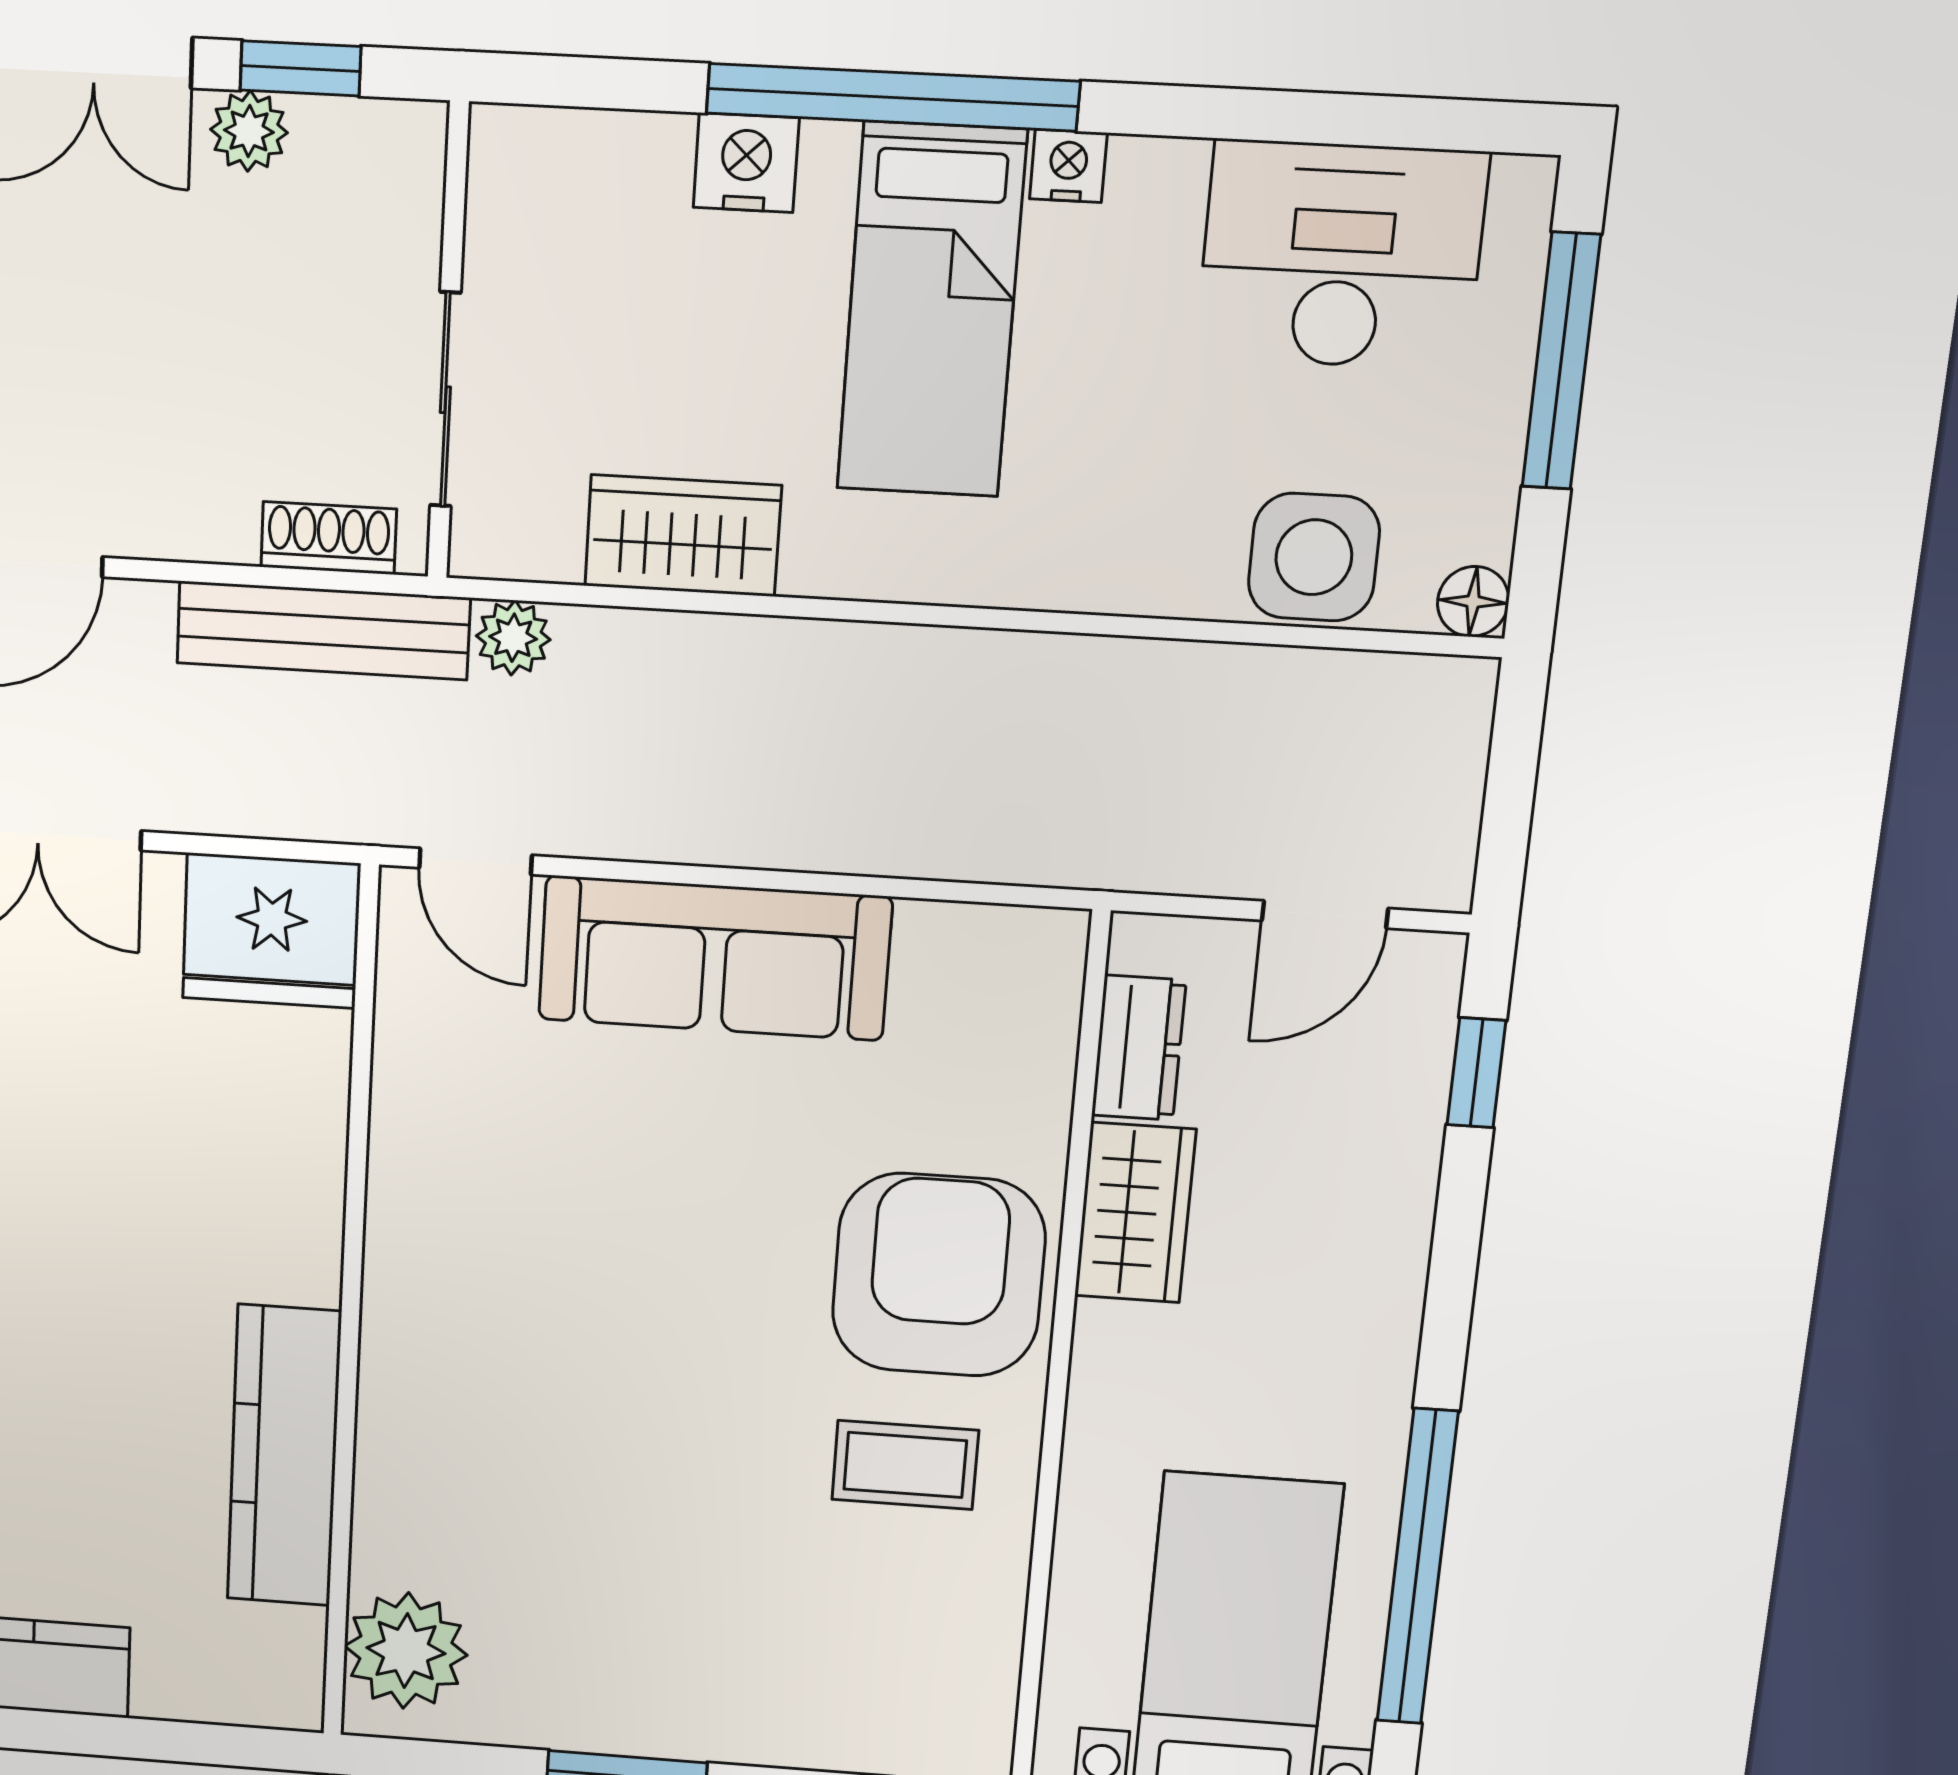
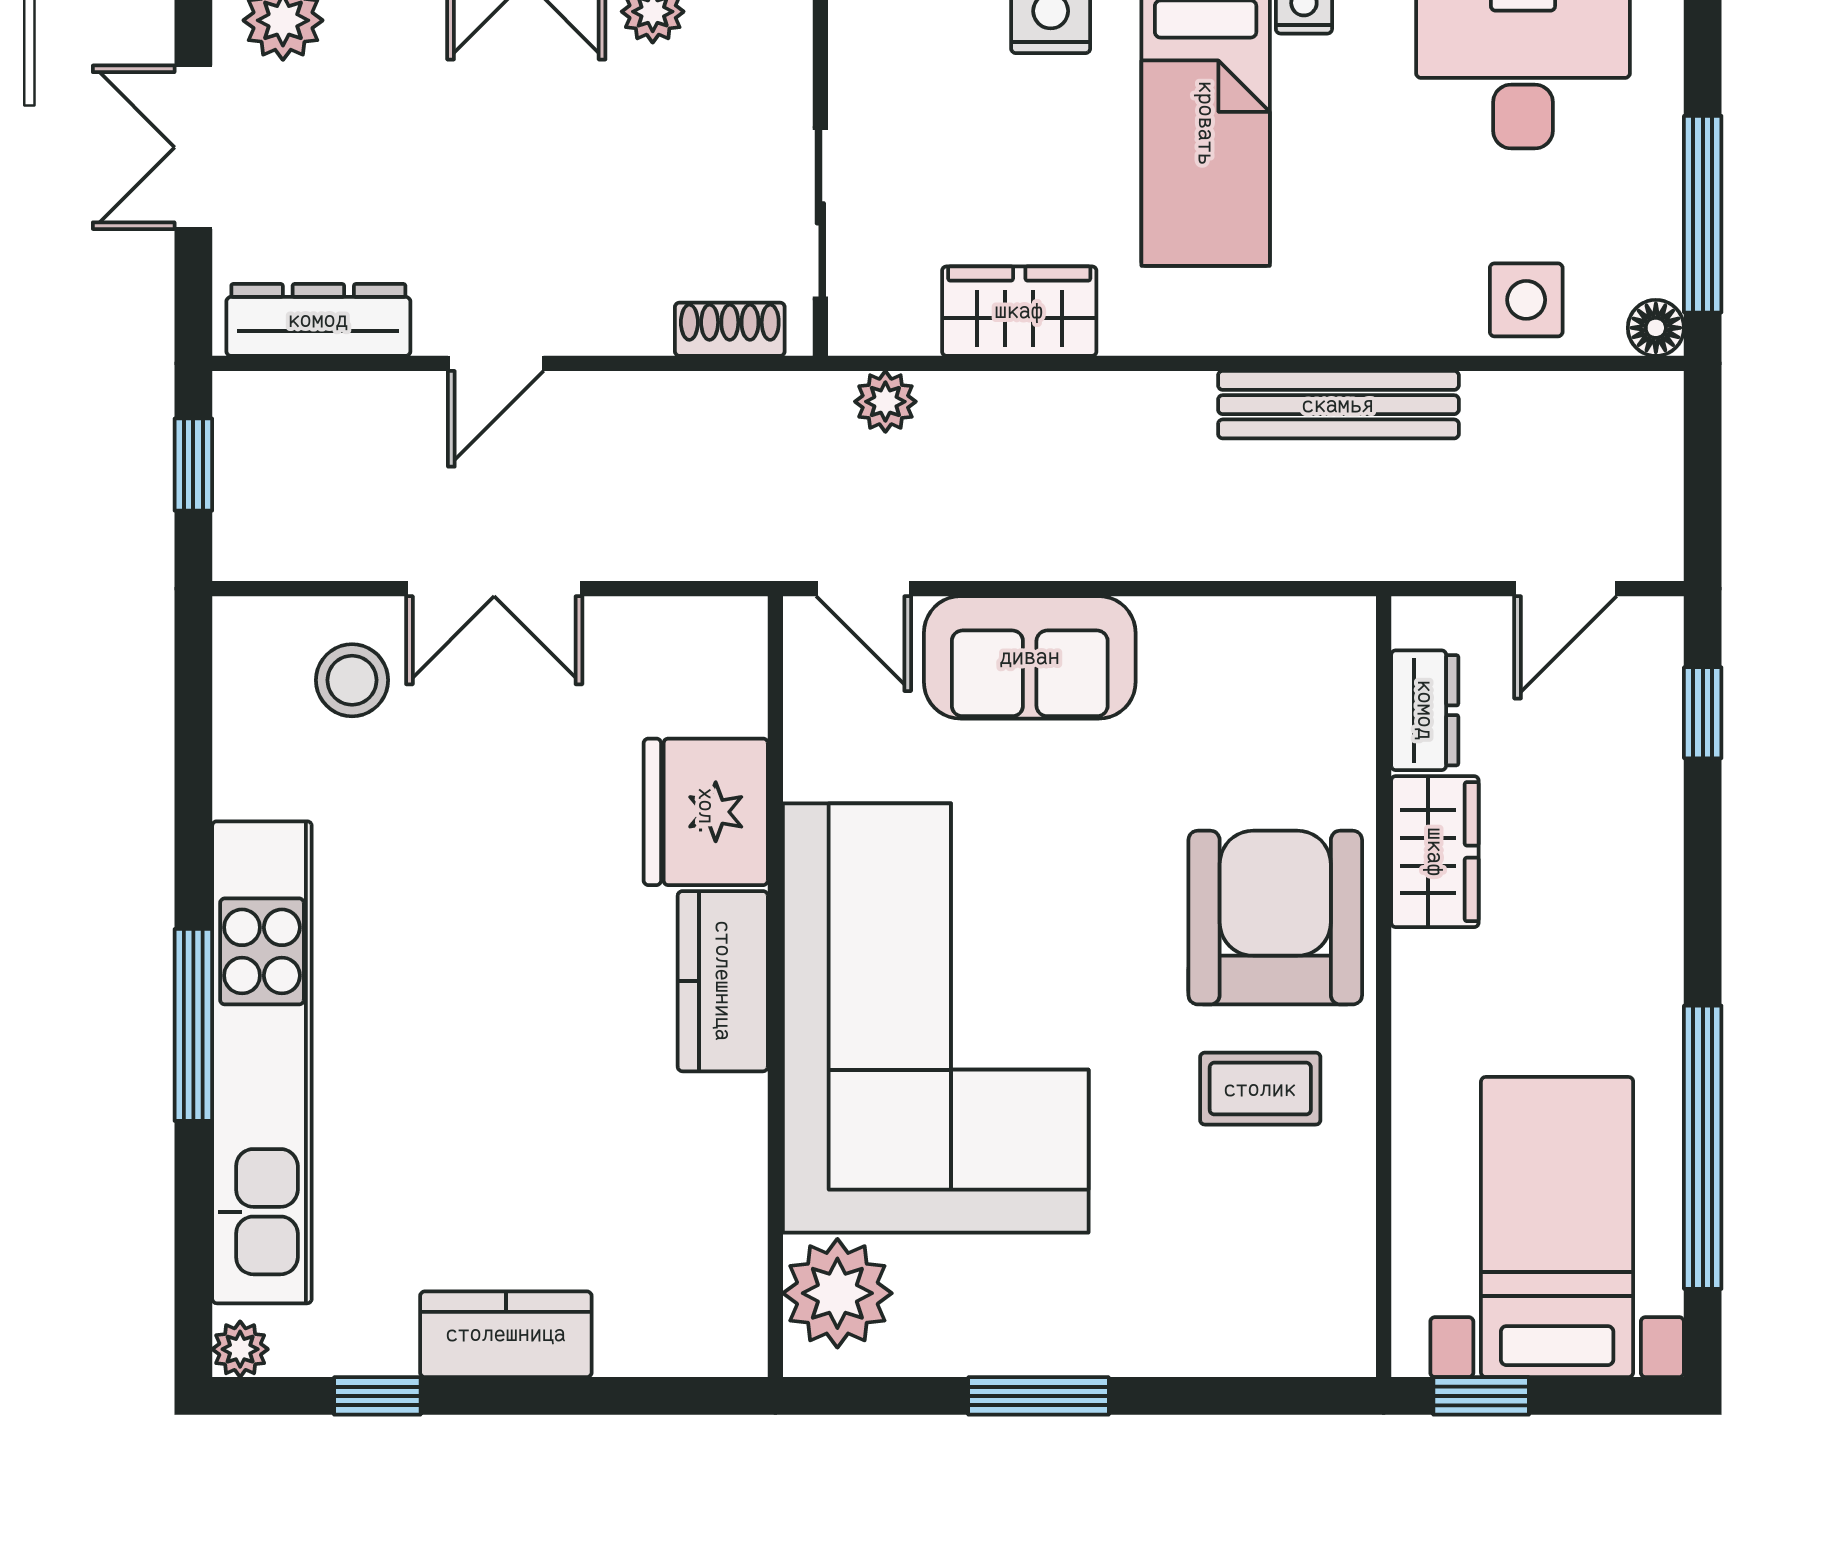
window: (1561, 361) -> (1703, 214), moved
side table: (1314, 557) -> (1526, 300), width x0.73, depth x0.73
bench: (323, 630) -> (1338, 405), moved
fridge: (271, 931) -> (706, 812), moved, turned 90
sofa: (715, 958) -> (1030, 657), width x0.73
corner sofa: (534, 1360) -> (936, 1018), added
kitchen counter: (284, 1456) -> (723, 981), moved, width x0.67

